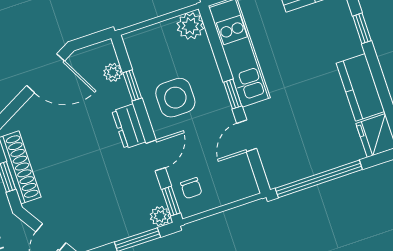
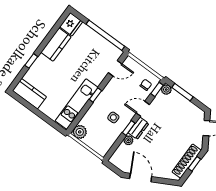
plant: (113, 72) -> (128, 140), moved
window: (132, 85) -> (129, 128), moved
side table: (175, 98) -> (113, 117), width x0.54, depth x0.54
door: (247, 136) -> (115, 68), moved

